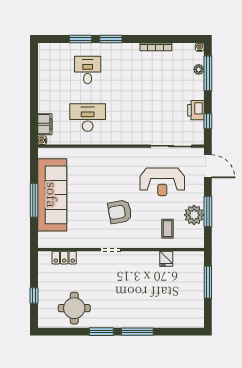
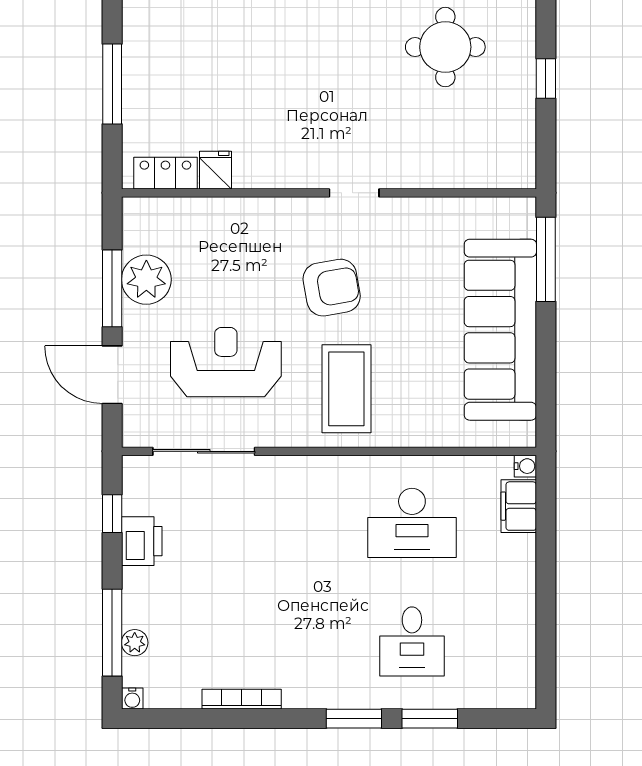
door: (208, 166) -> (112, 375), moved
window: (34, 200) -> (546, 259), moved
coffee table: (167, 229) -> (346, 389), moved, width x1.86, depth x1.72
locker: (64, 258) -> (165, 173), moved
window: (208, 282) -> (112, 84), moved

